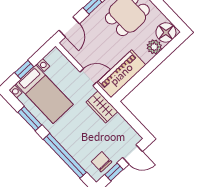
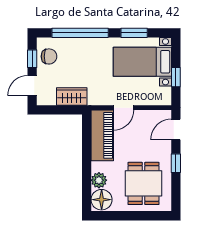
door: (69, 27) -> (176, 130), hinge flipped
window: (24, 70) -> (176, 77), moved
wardrobe: (102, 107) -> (72, 97), moved

